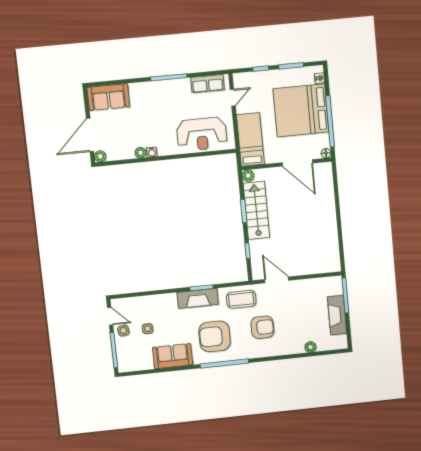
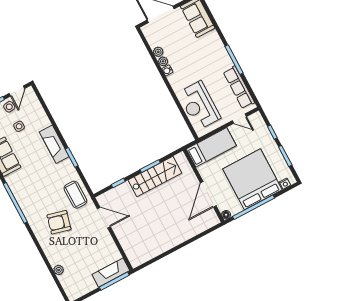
row of seats: (207, 84) -> (239, 87), width x1.48
plant: (100, 156) -> (158, 52), moved
plant: (248, 176) -> (181, 158), removed
door: (277, 280) -> (104, 218), hinge flipped
fireplace: (198, 298) -> (54, 144), moved
fireplace: (337, 315) -> (111, 273), moved
armchair: (262, 327) -> (59, 222), turned 104
armchair: (215, 336) -> (35, 185), removed

